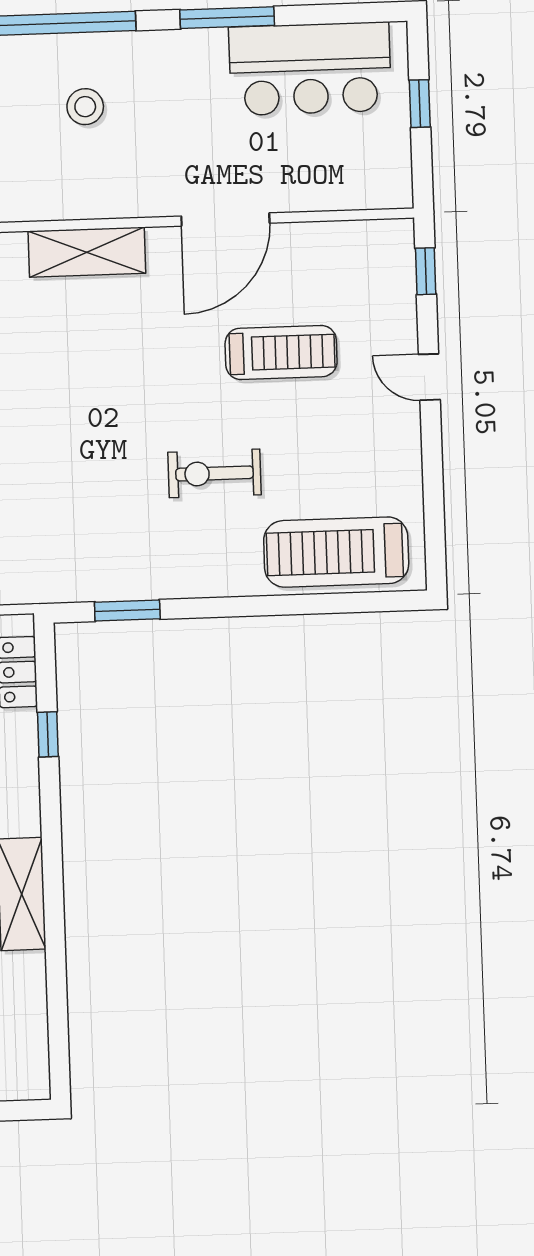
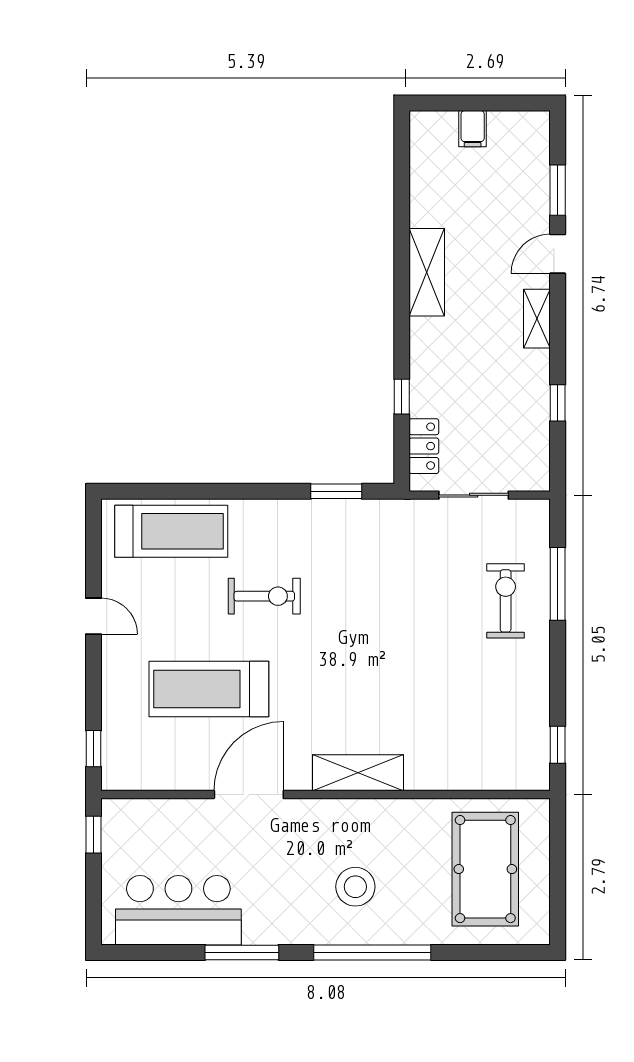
window: (420, 104) -> (94, 835), moved
stool: (85, 107) -> (355, 887), width x1.38, depth x1.38
treadmill: (281, 352) -> (209, 689), width x1.37, depth x1.38
door: (429, 377) -> (94, 616), moved

